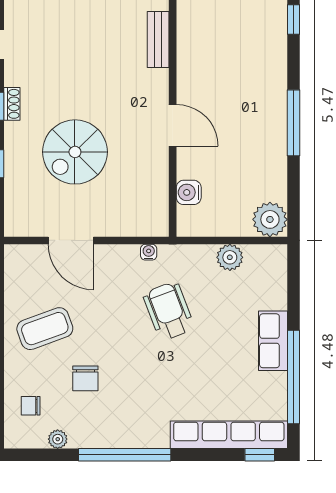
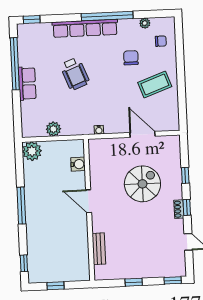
wheelchair: (169, 311) -> (75, 74), moved
row of seats: (229, 435) -> (85, 28), moved

